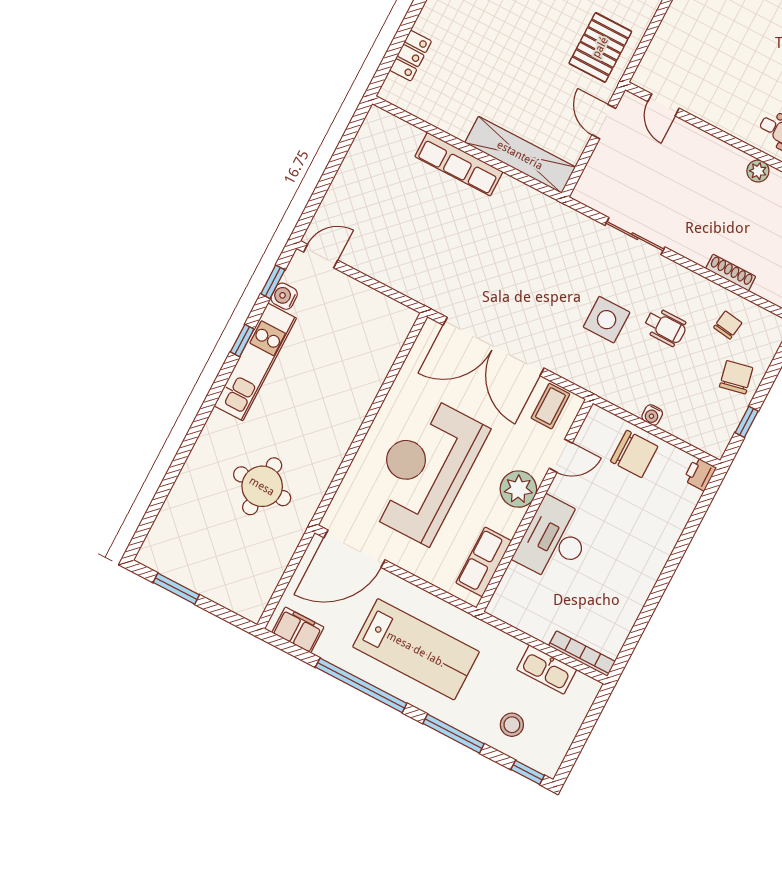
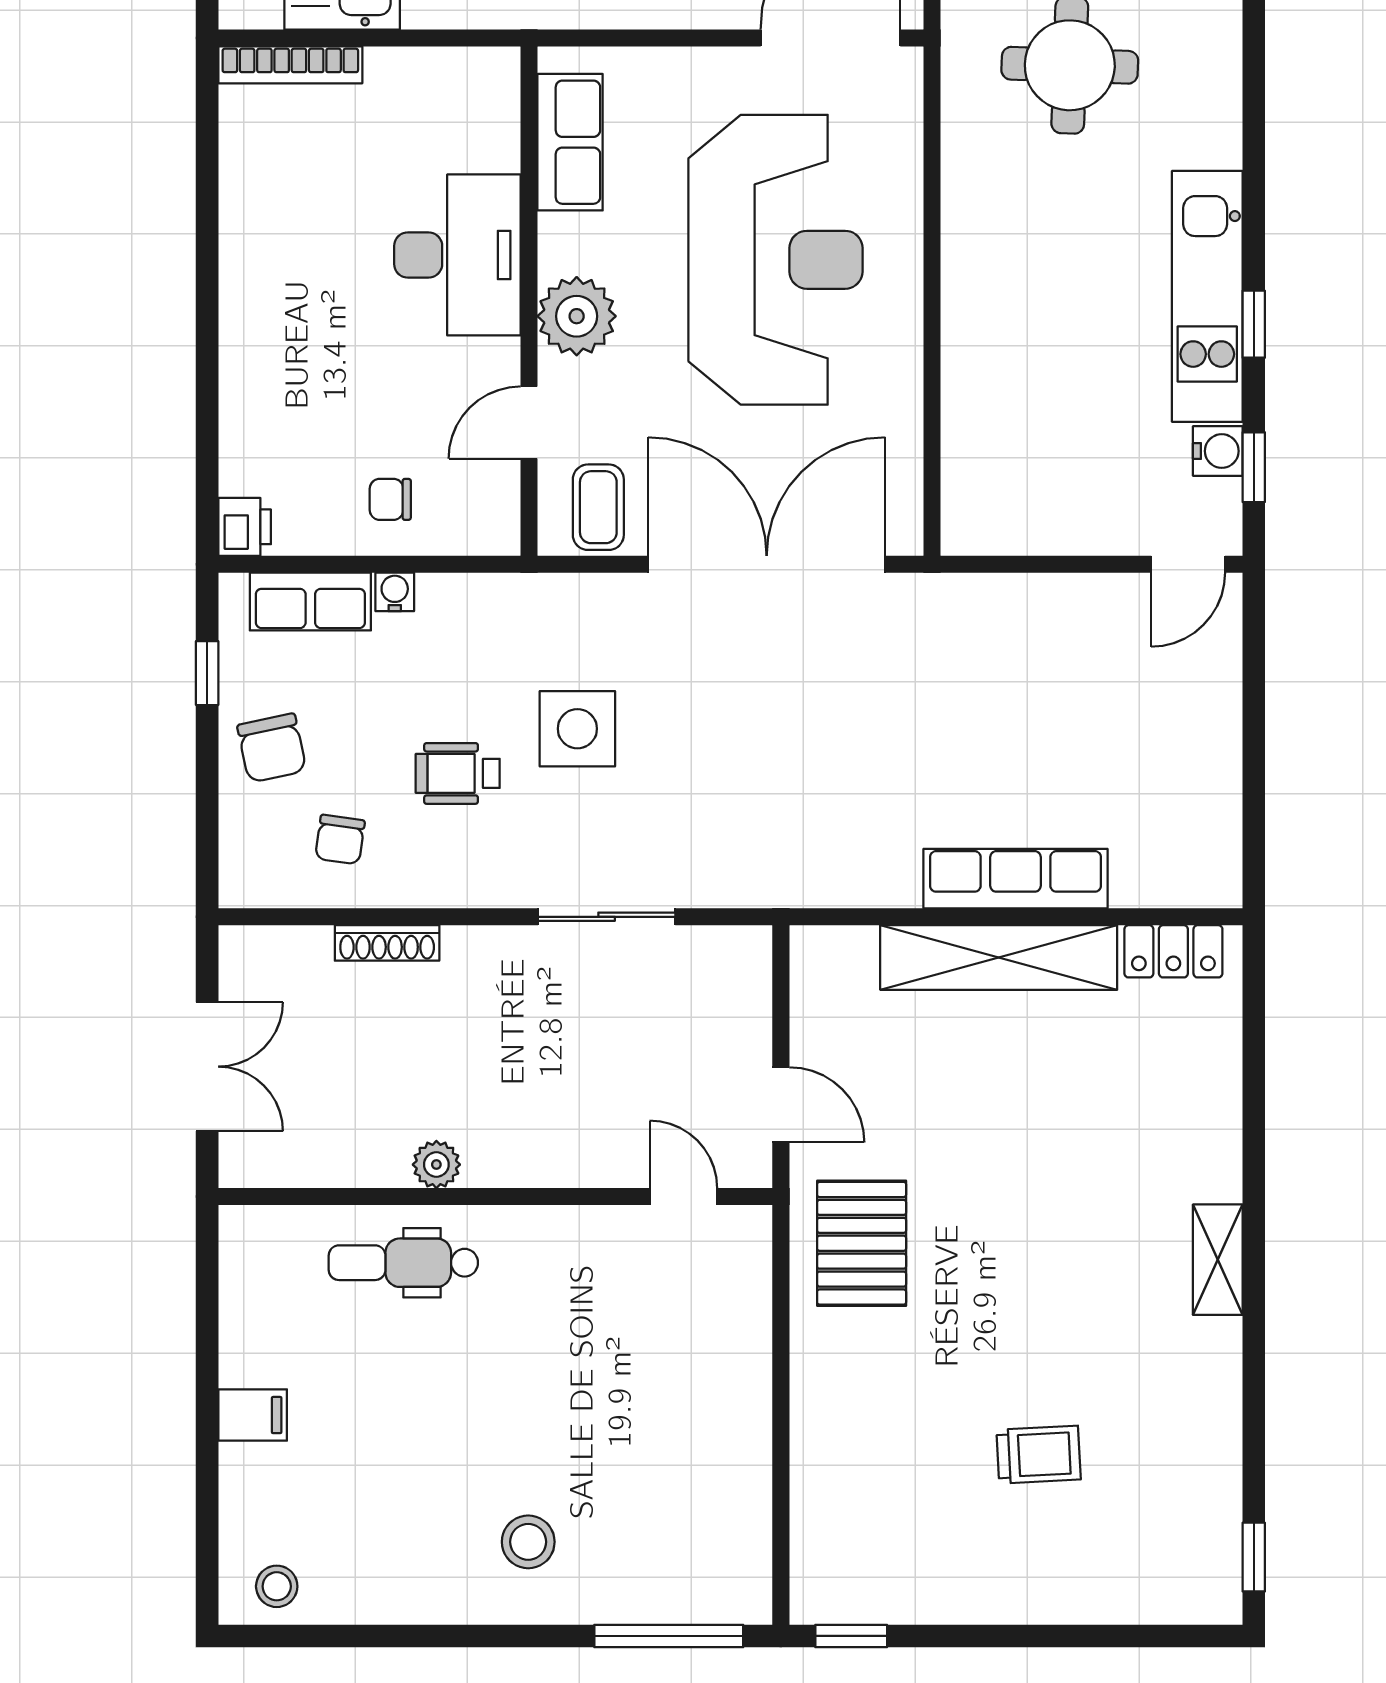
locker: (411, 56) -> (1173, 951), moved, turned -90
shelving: (520, 155) -> (999, 957), moved
row of seats: (689, 429) -> (310, 602), added
chair: (634, 454) -> (390, 499), width x0.54, depth x0.54

